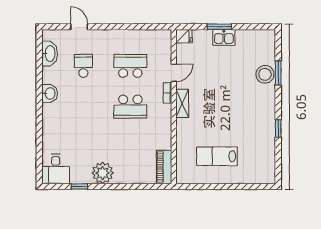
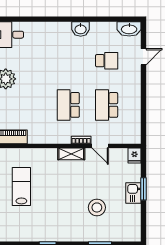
washbasin: (50, 54) -> (129, 29), moved
school desk: (130, 66) -> (107, 105), turned 180
stool: (265, 74) -> (97, 207), moved

